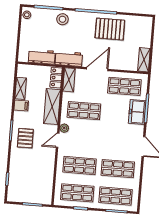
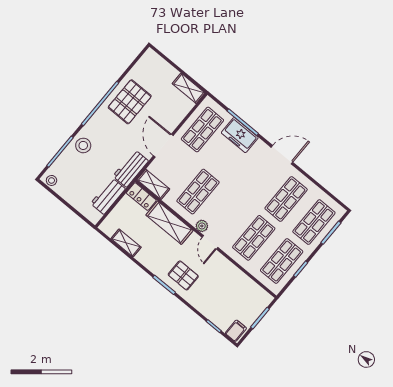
filing cabinet: (21, 106) -> (236, 331), moved

